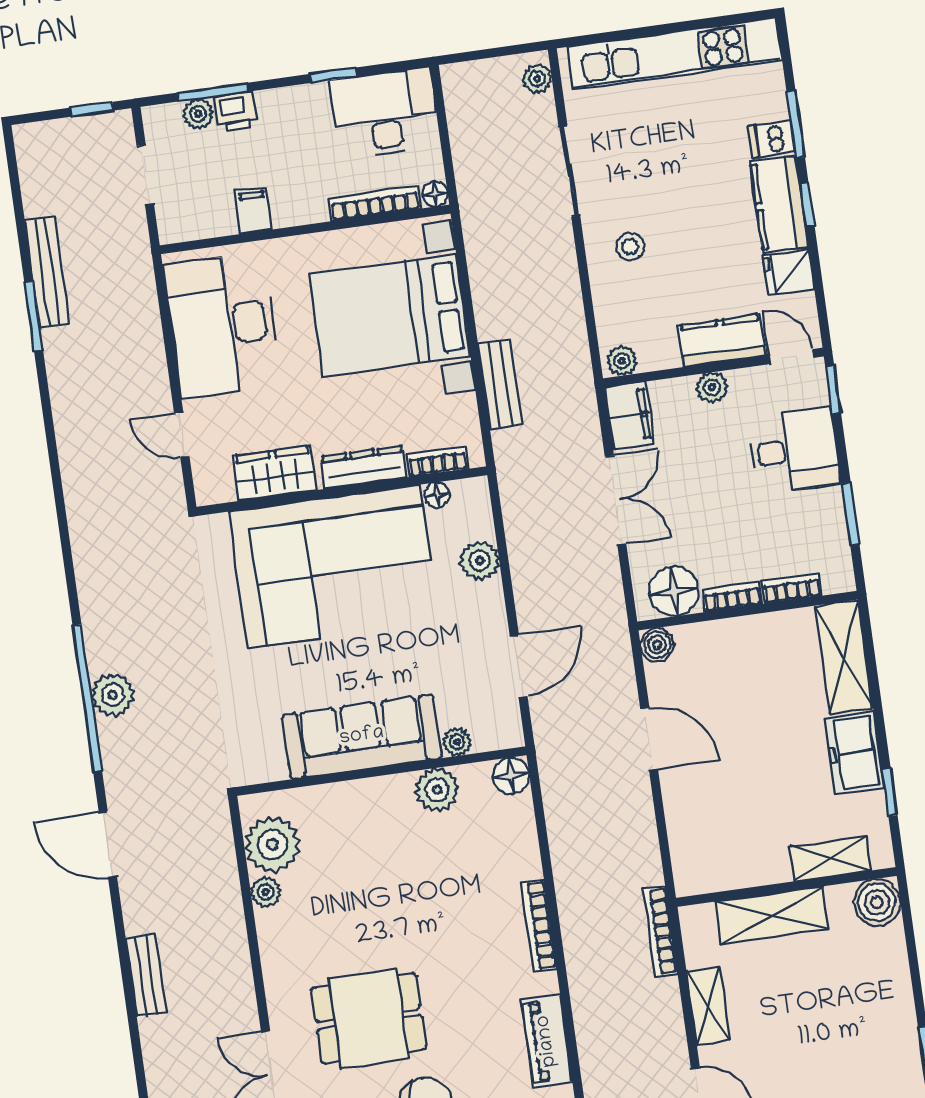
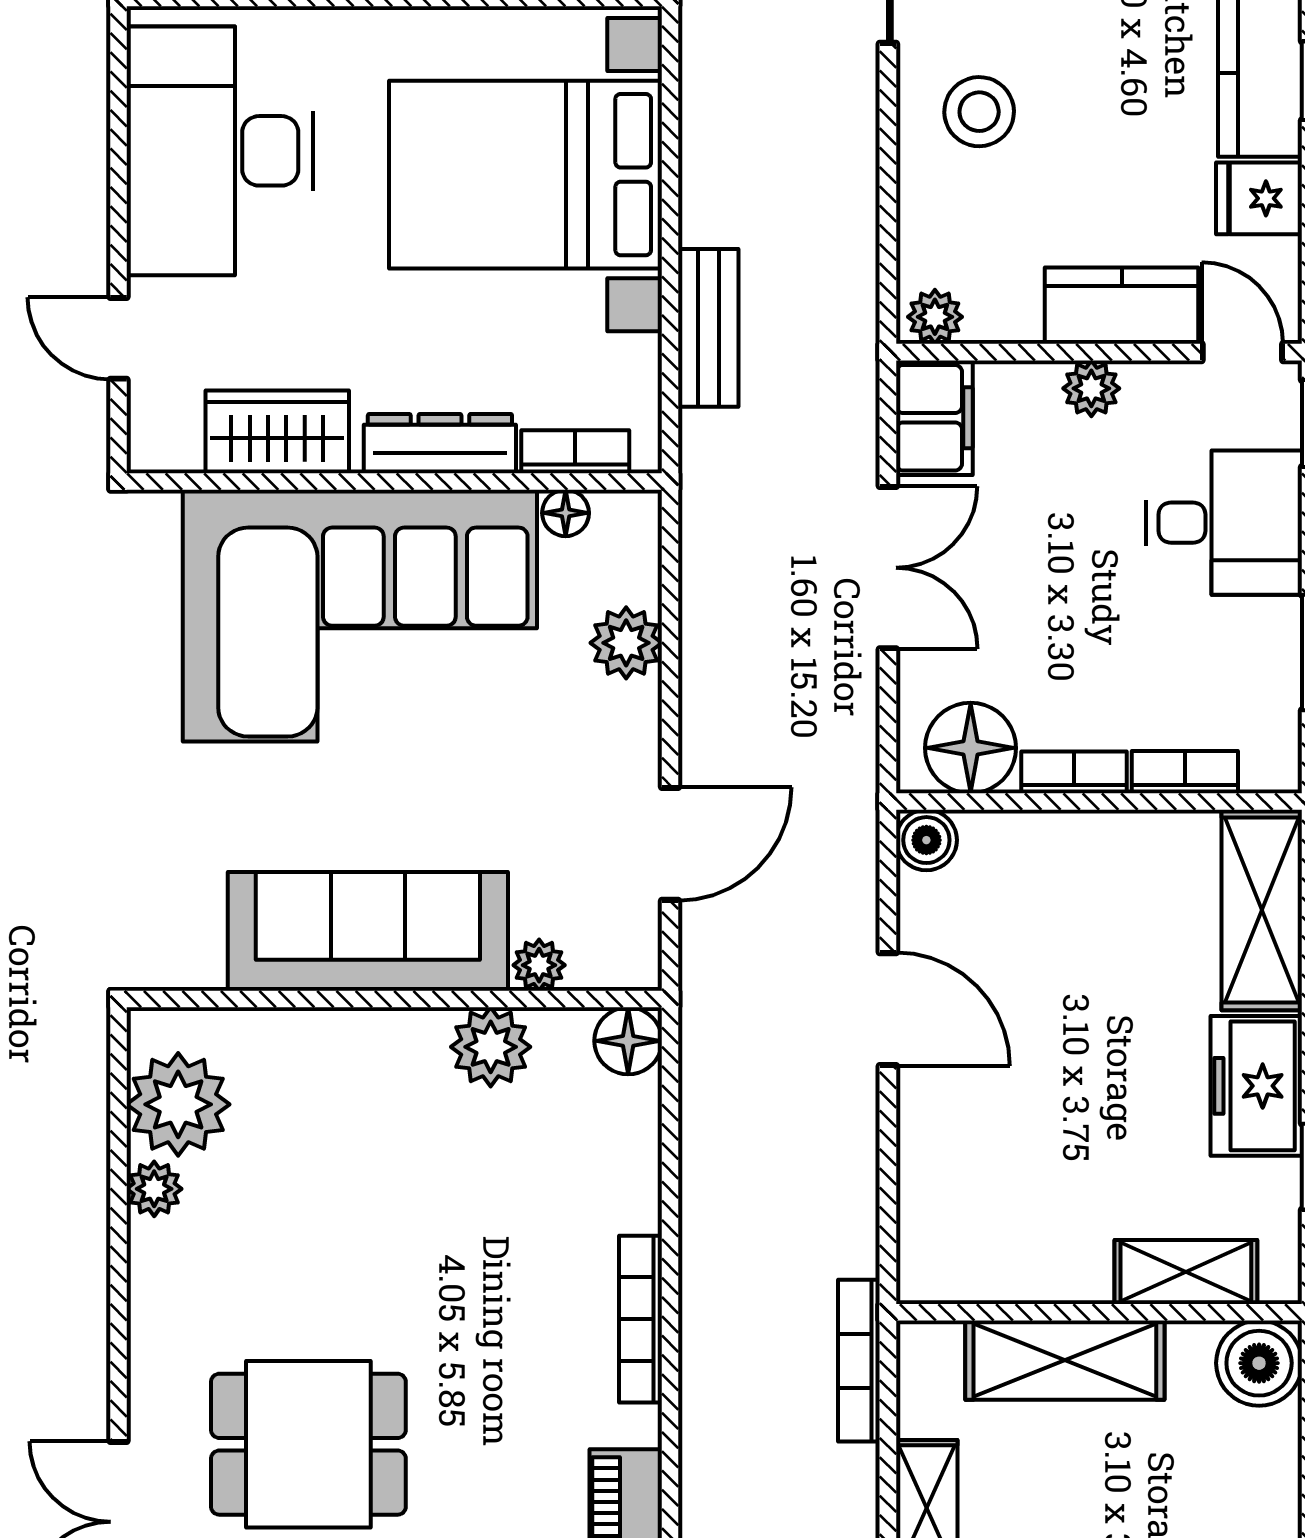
stool: (630, 246) -> (979, 112), width x1.37, depth x1.37

